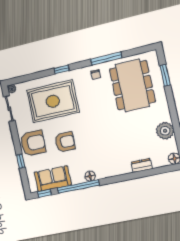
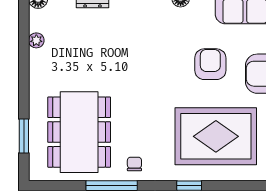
plant: (165, 131) -> (36, 40), width x0.53, depth x0.53
armchair: (65, 142) -> (210, 64), turned 90

